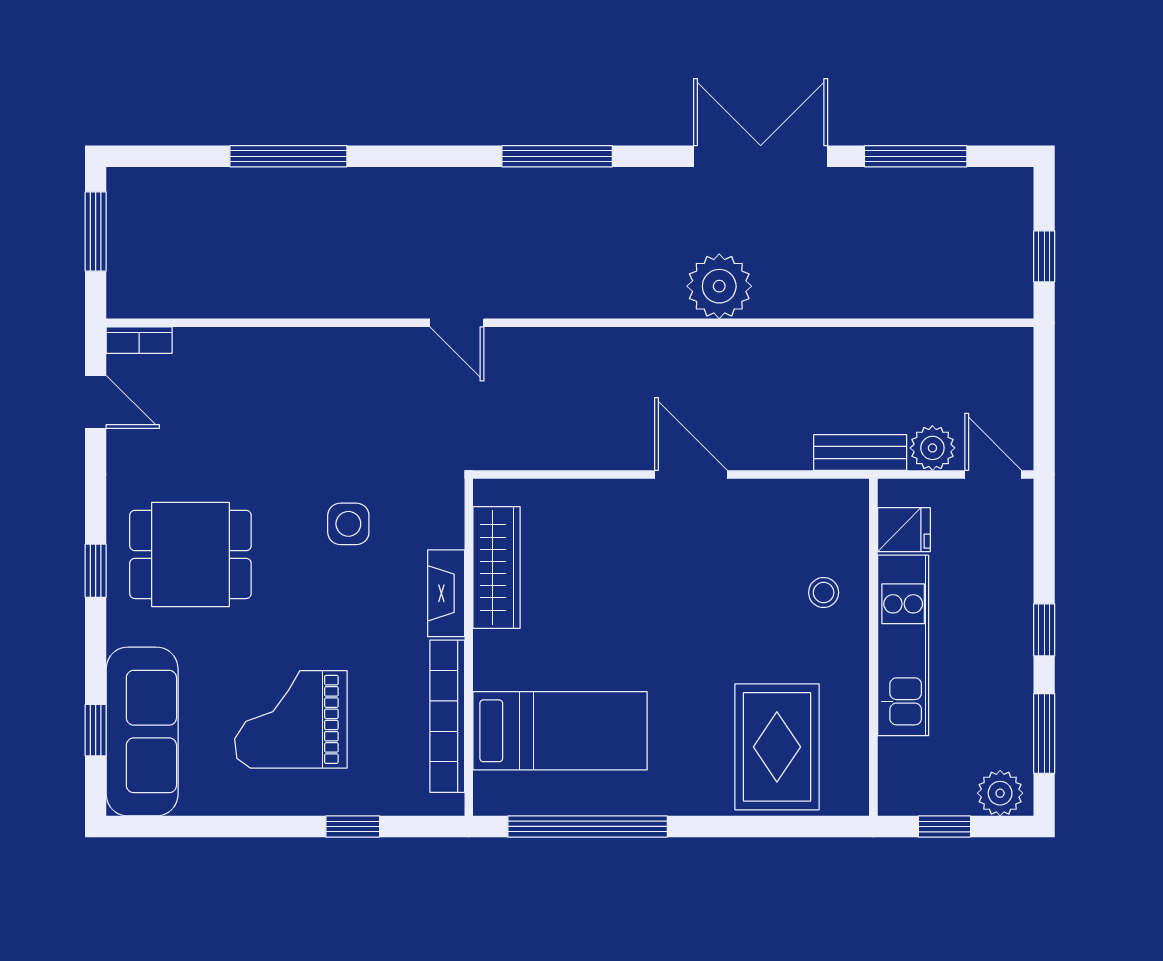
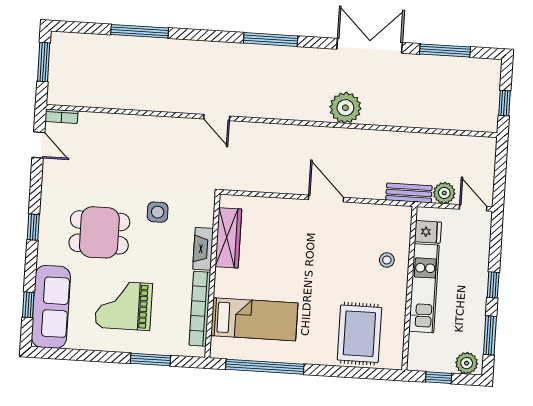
dining table: (190, 554) -> (99, 232), moved
window: (353, 826) -> (150, 359), width x1.50

